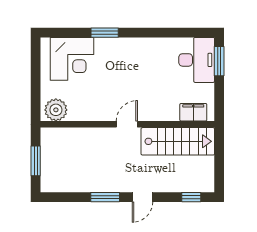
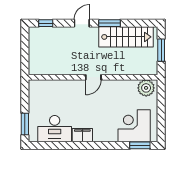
window: (105, 33) -> (140, 145), moved
desk: (197, 60) -> (55, 129), moved, turned -90
filing cabinet: (193, 112) -> (82, 135), moved, turned 180
stairs: (178, 141) -> (126, 37), moved, turned 180

